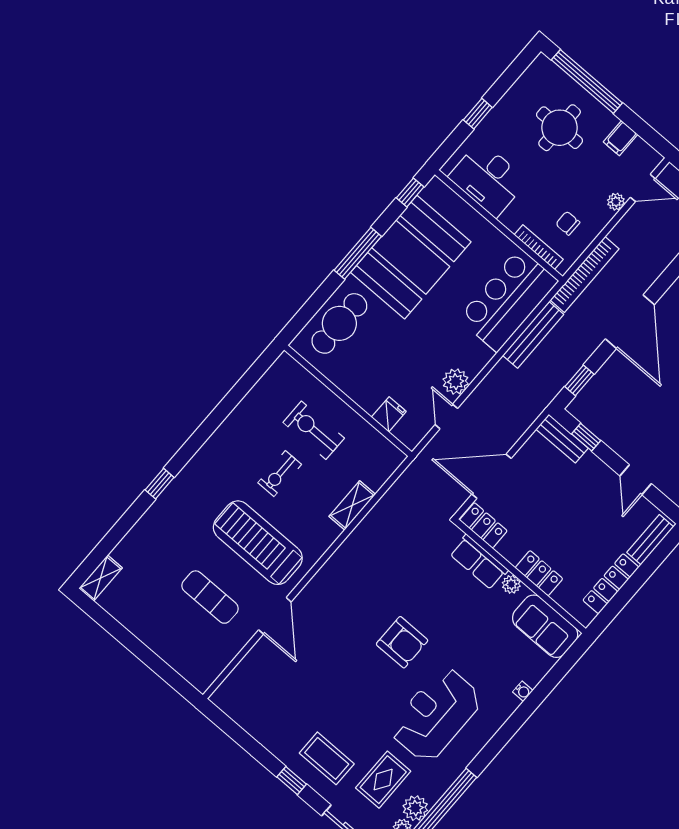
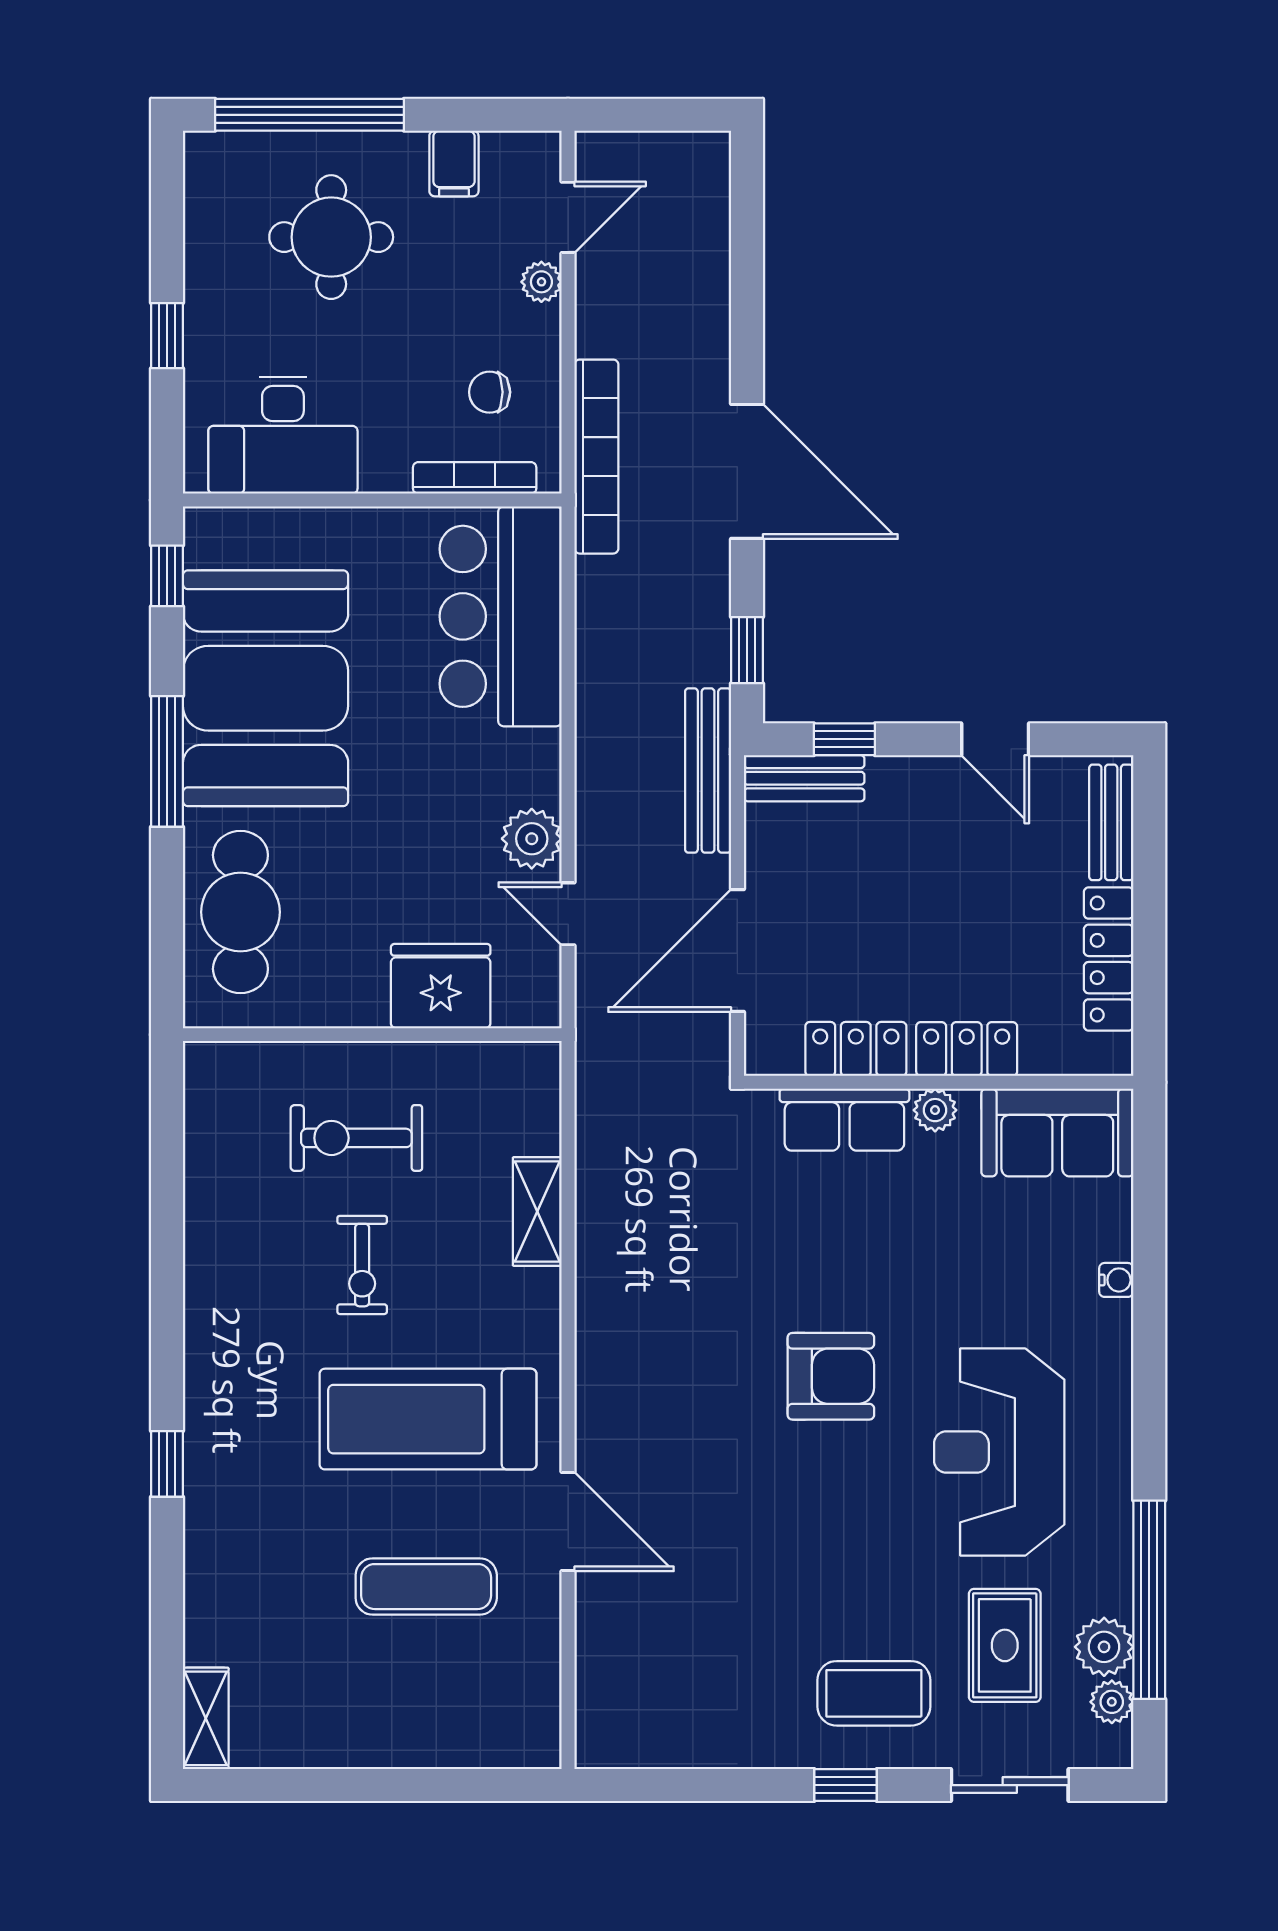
bench: (533, 335) -> (708, 771), moved
fridge: (389, 414) -> (441, 986), width x1.88, depth x1.34
locker: (483, 525) -> (856, 1049), moved

